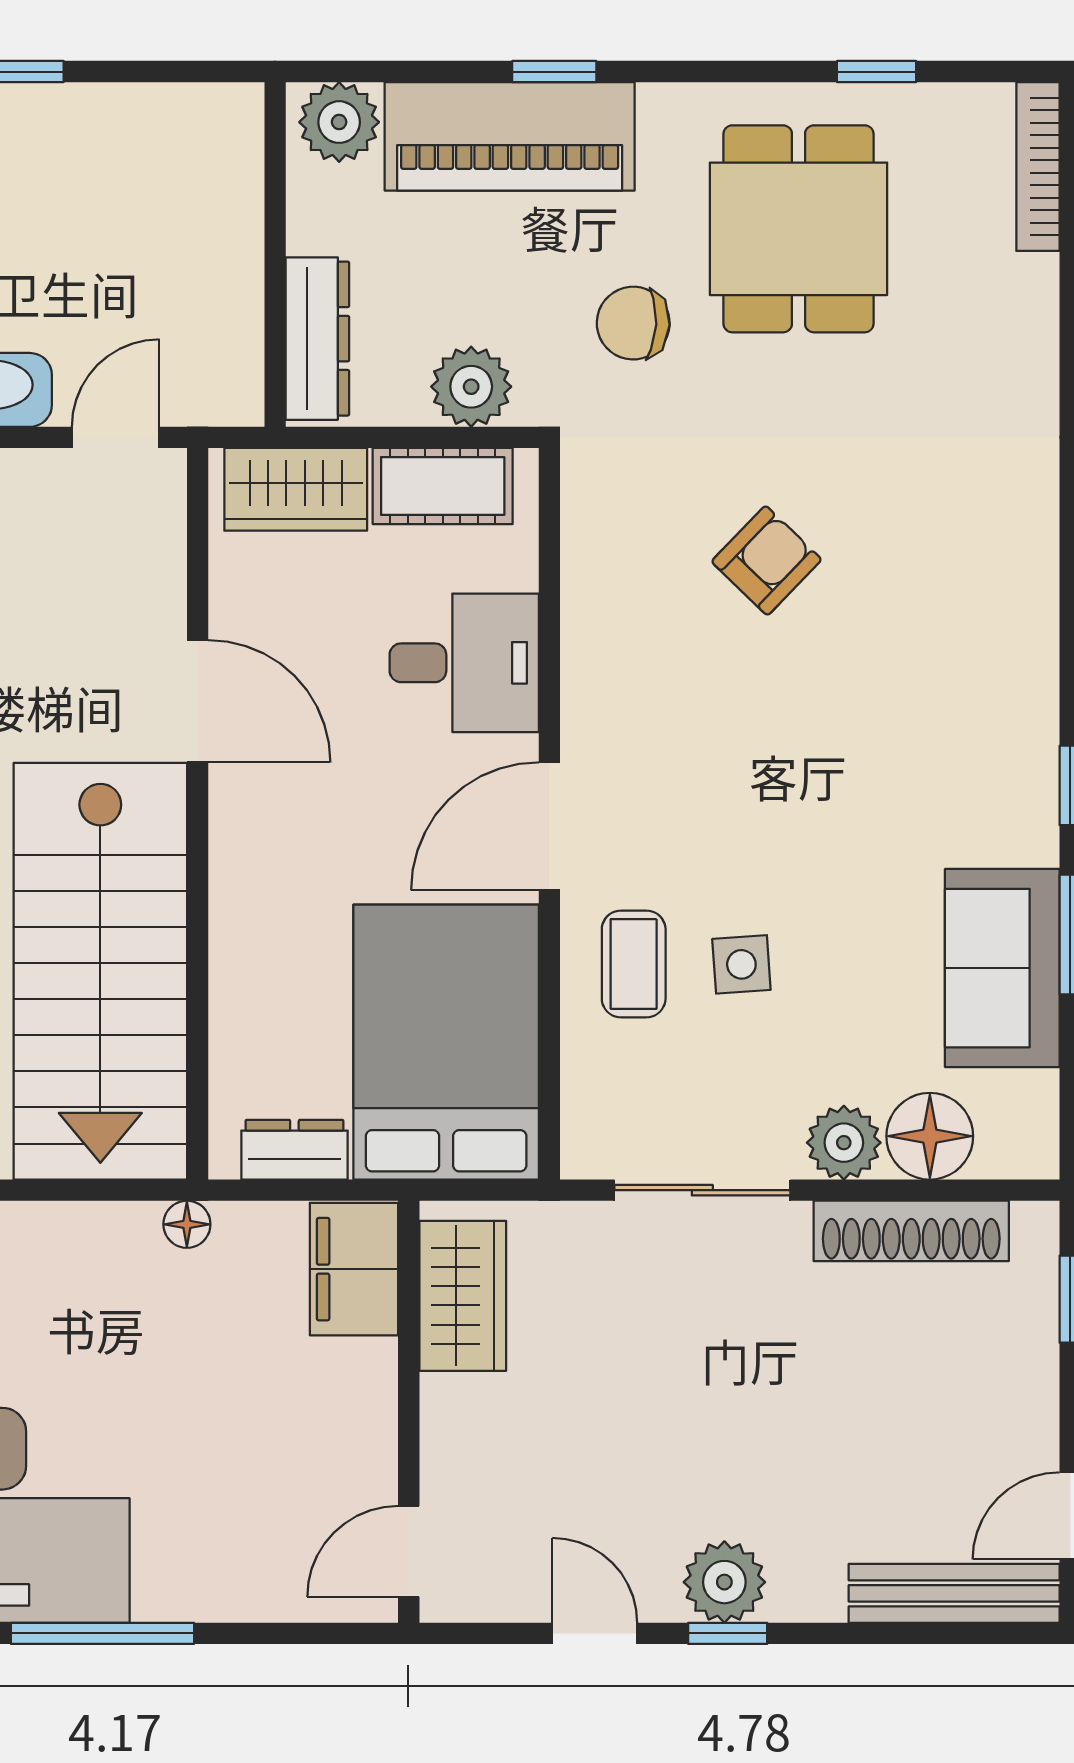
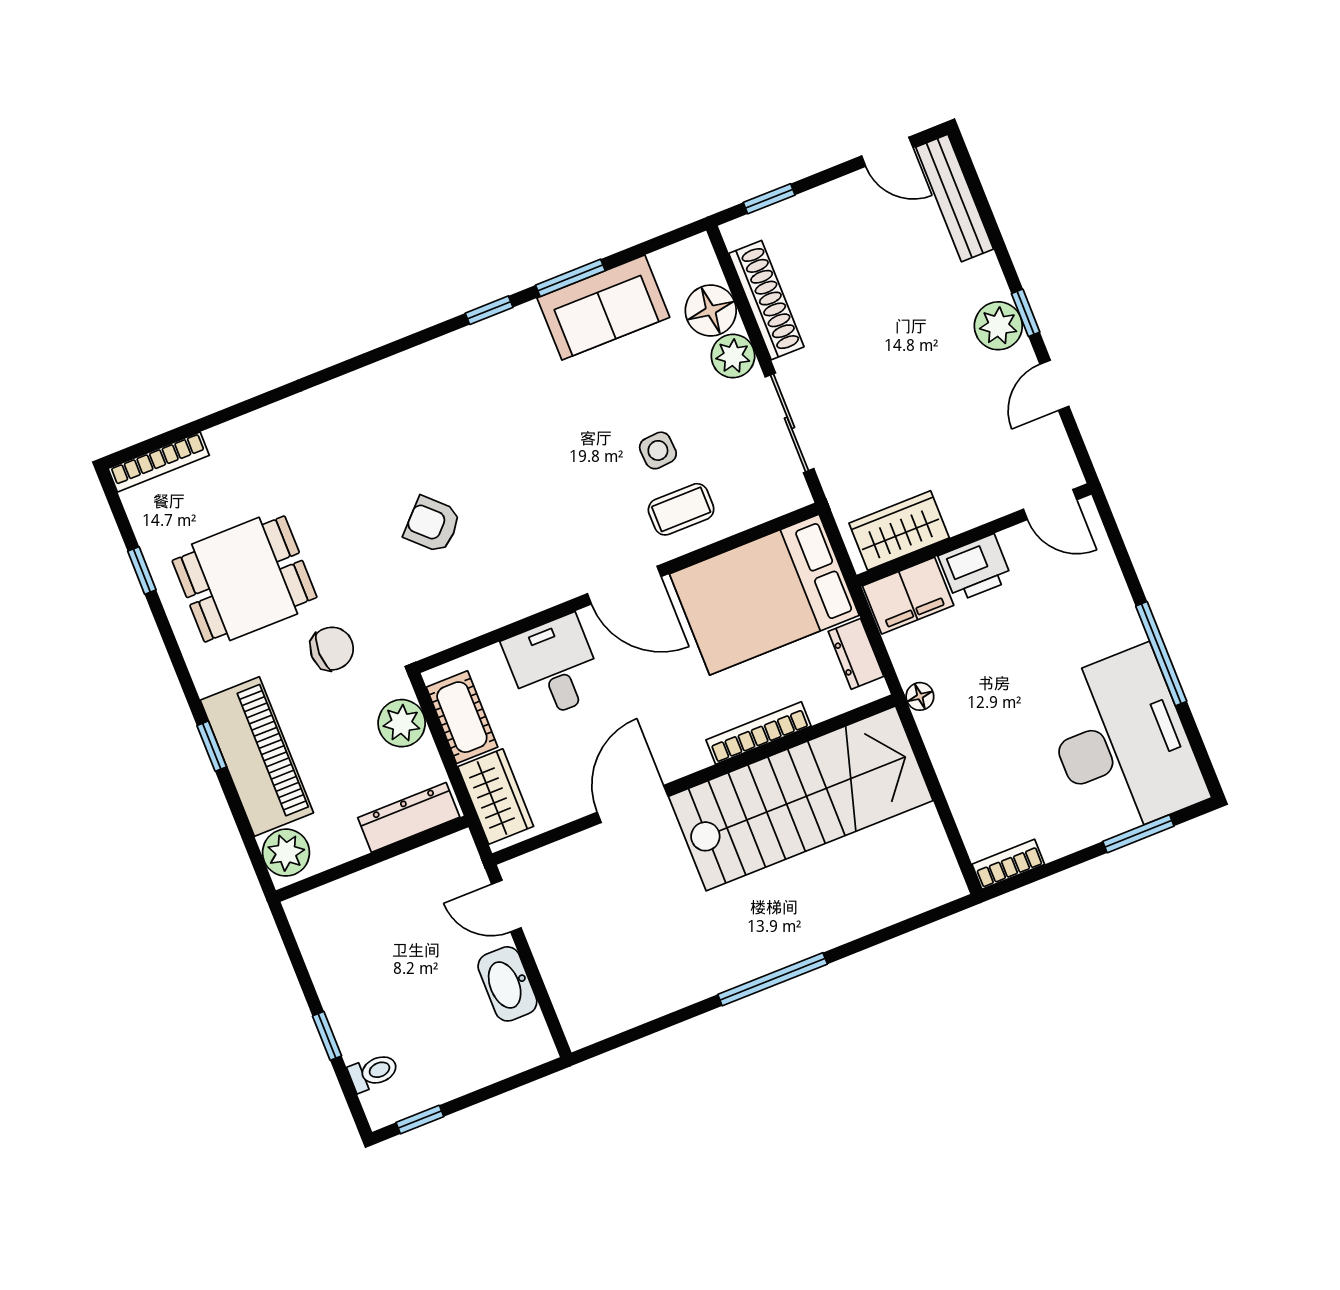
chair: (633, 323) -> (332, 649), turned -93
bookcase: (231, 946) -> (758, 733), added
printer: (355, 1393) -> (975, 568), added

